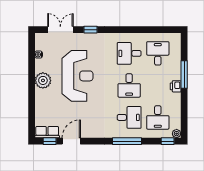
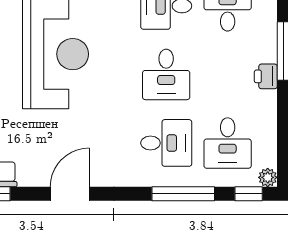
door: (71, 141) -> (70, 194), moved
window: (127, 141) -> (183, 194), moved

